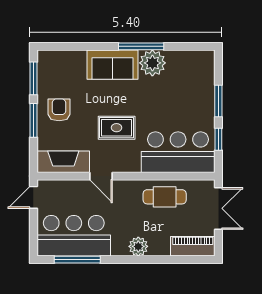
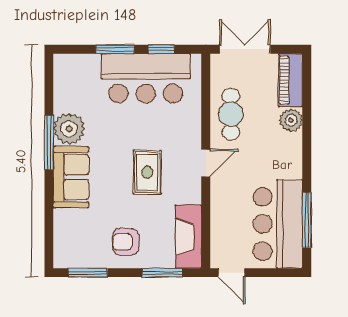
window: (33, 120) -> (162, 273), moved
bar counter: (178, 152) -> (146, 78), moved, turned -90
door: (101, 176) -> (206, 163), moved
plant: (138, 246) -> (291, 120), moved

